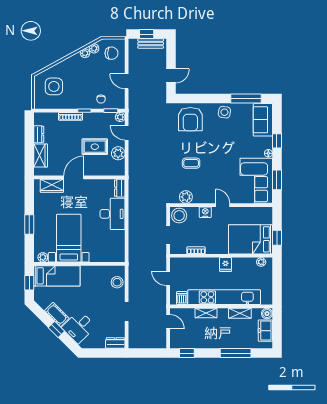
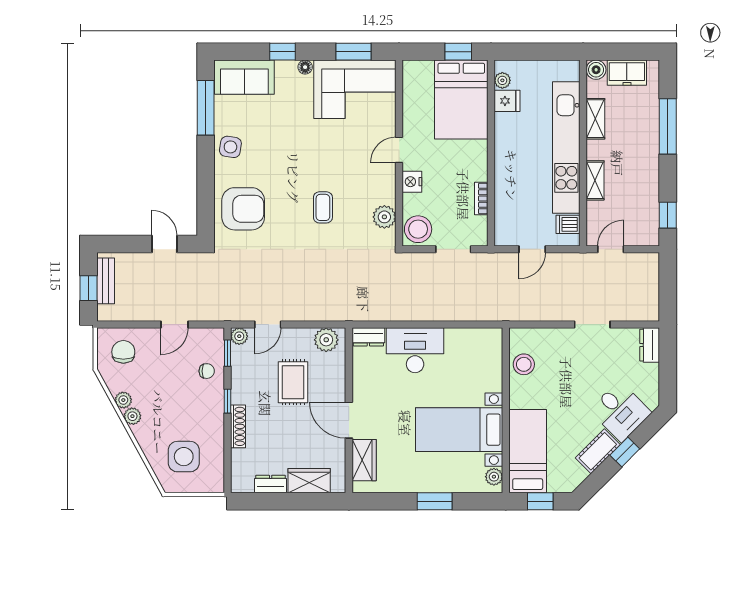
plant: (94, 48) -> (132, 416), moved
plant: (118, 153) -> (326, 340), moved
fridge: (226, 264) -> (507, 101), moved
stool: (117, 282) -> (524, 364), moved

